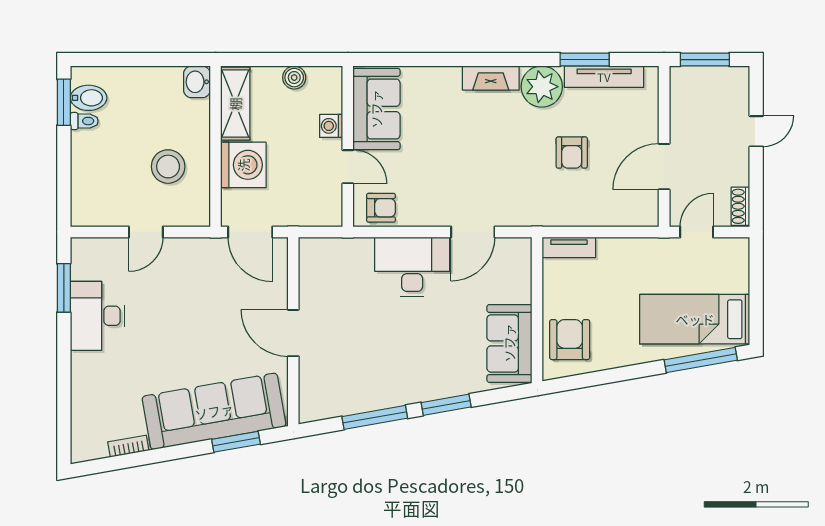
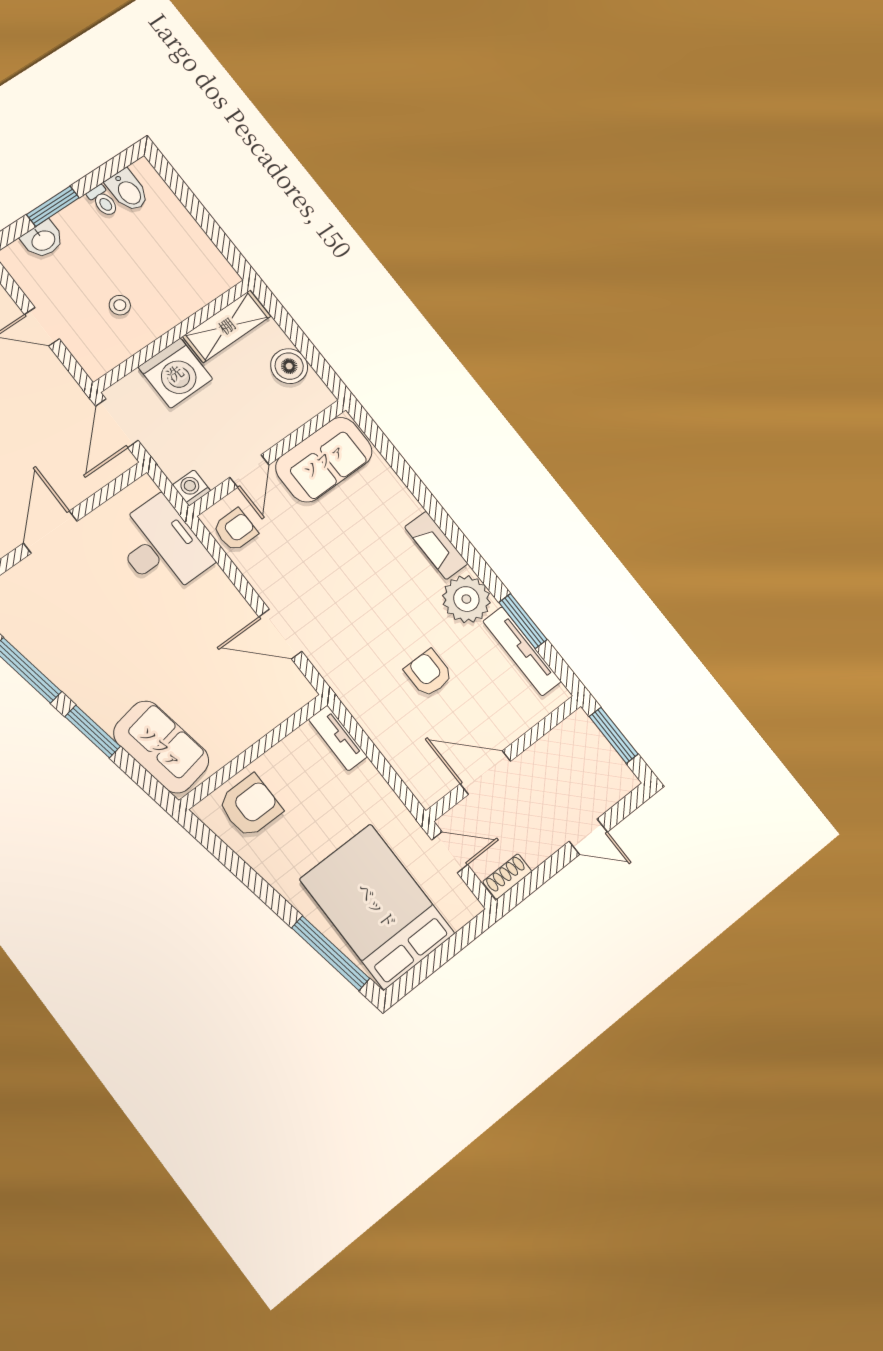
boiler: (294, 78) -> (289, 366), width x1.36, depth x1.36
washbasin: (197, 82) -> (43, 240), moved, turned 180
window: (64, 102) -> (53, 206), moved
washing machine: (331, 126) -> (191, 488), moved
armchair: (572, 153) -> (429, 673), turned 90
stool: (168, 167) -> (120, 305), width x0.53, depth x0.53
armchair: (381, 208) -> (235, 530), turned -90
desk: (412, 267) -> (161, 547), moved
bed: (695, 319) -> (377, 906), width x1.50
sofa: (509, 343) -> (161, 747), moved, turned 80

